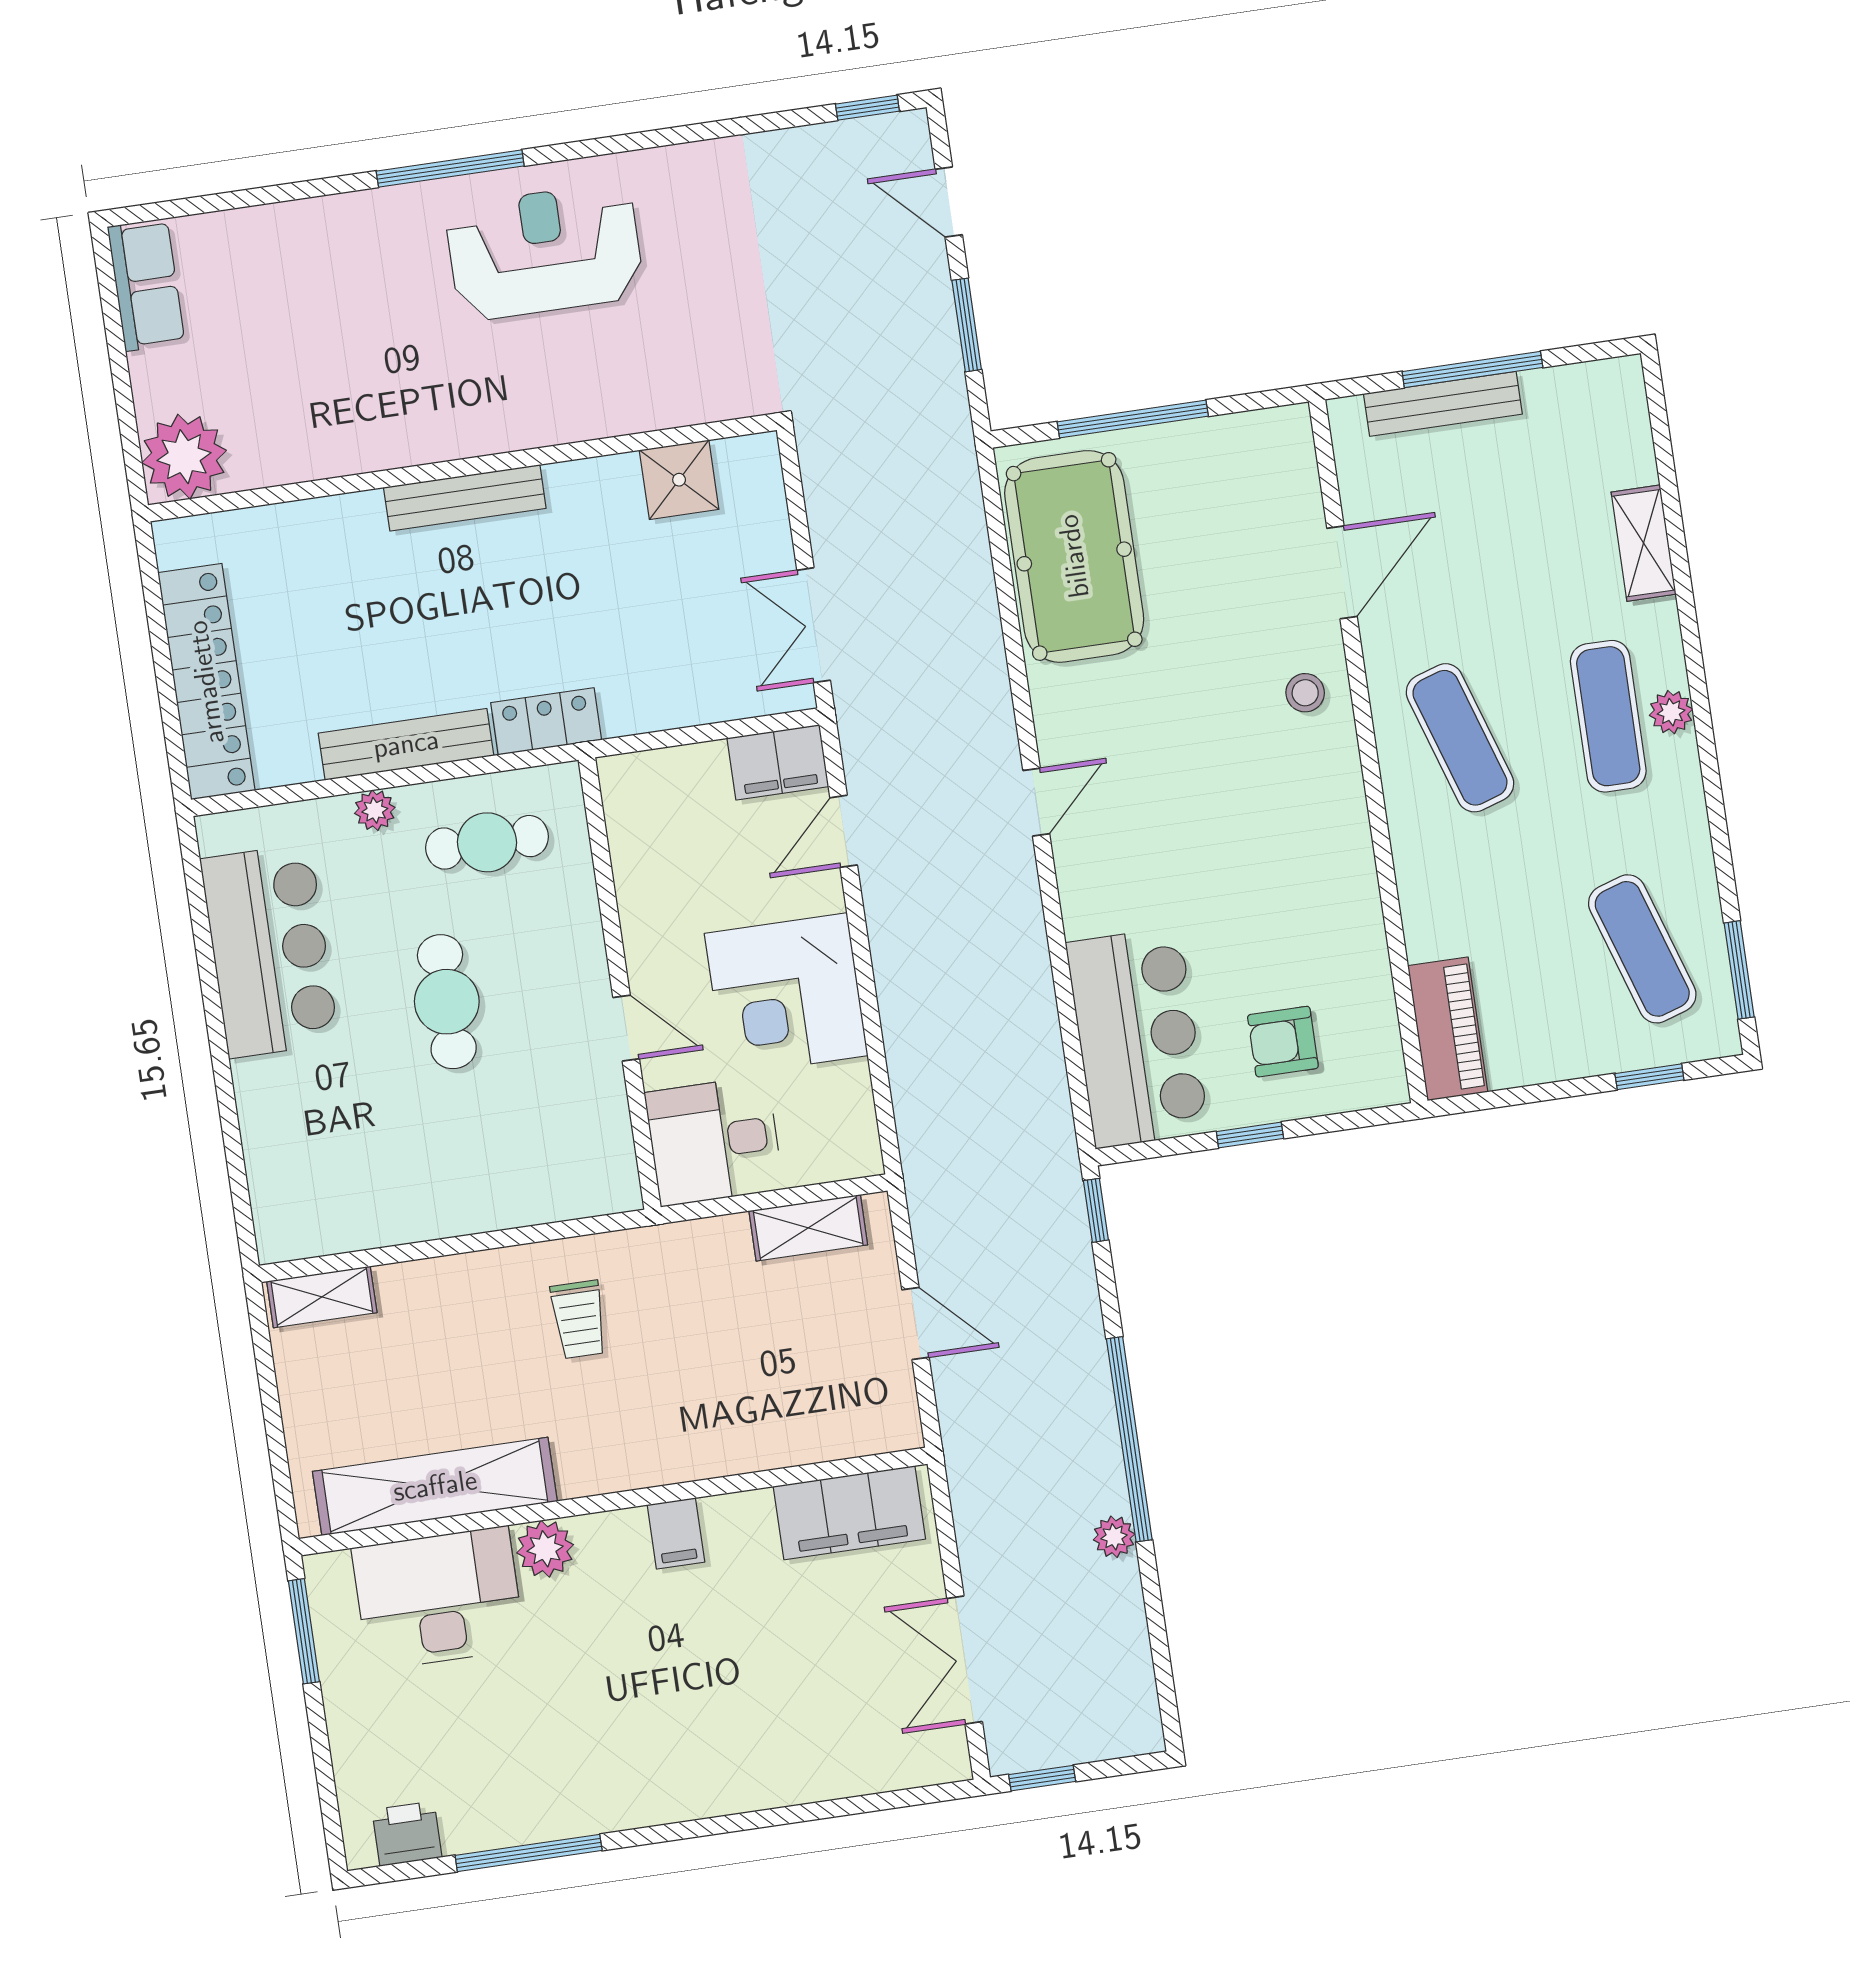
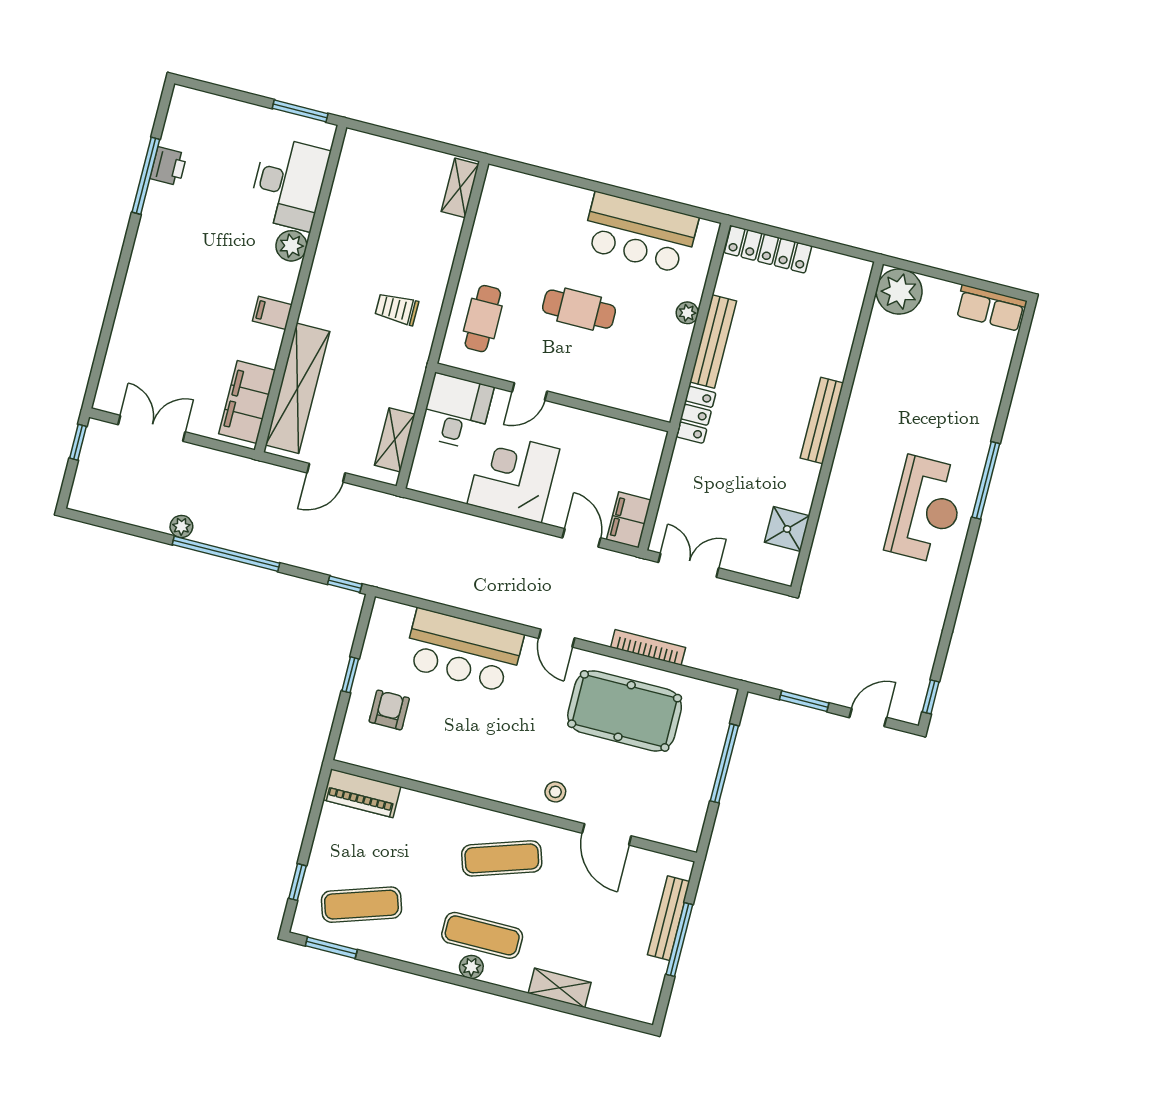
pool table: (1074, 556) -> (625, 711), moved
bookcase: (986, 636) -> (648, 647), added
locker: (206, 682) -> (768, 249), width x0.71, depth x0.83
cafe table: (487, 842) -> (483, 319), moved
bar counter: (1138, 1038) -> (463, 651), moved
shelving: (435, 1486) -> (298, 388), moved
printer: (407, 1834) -> (168, 166), moved

